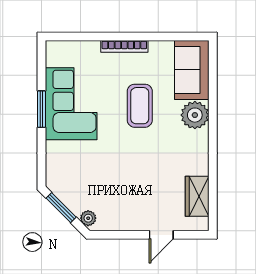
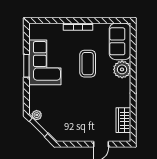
plant: (88, 218) -> (37, 115), moved

